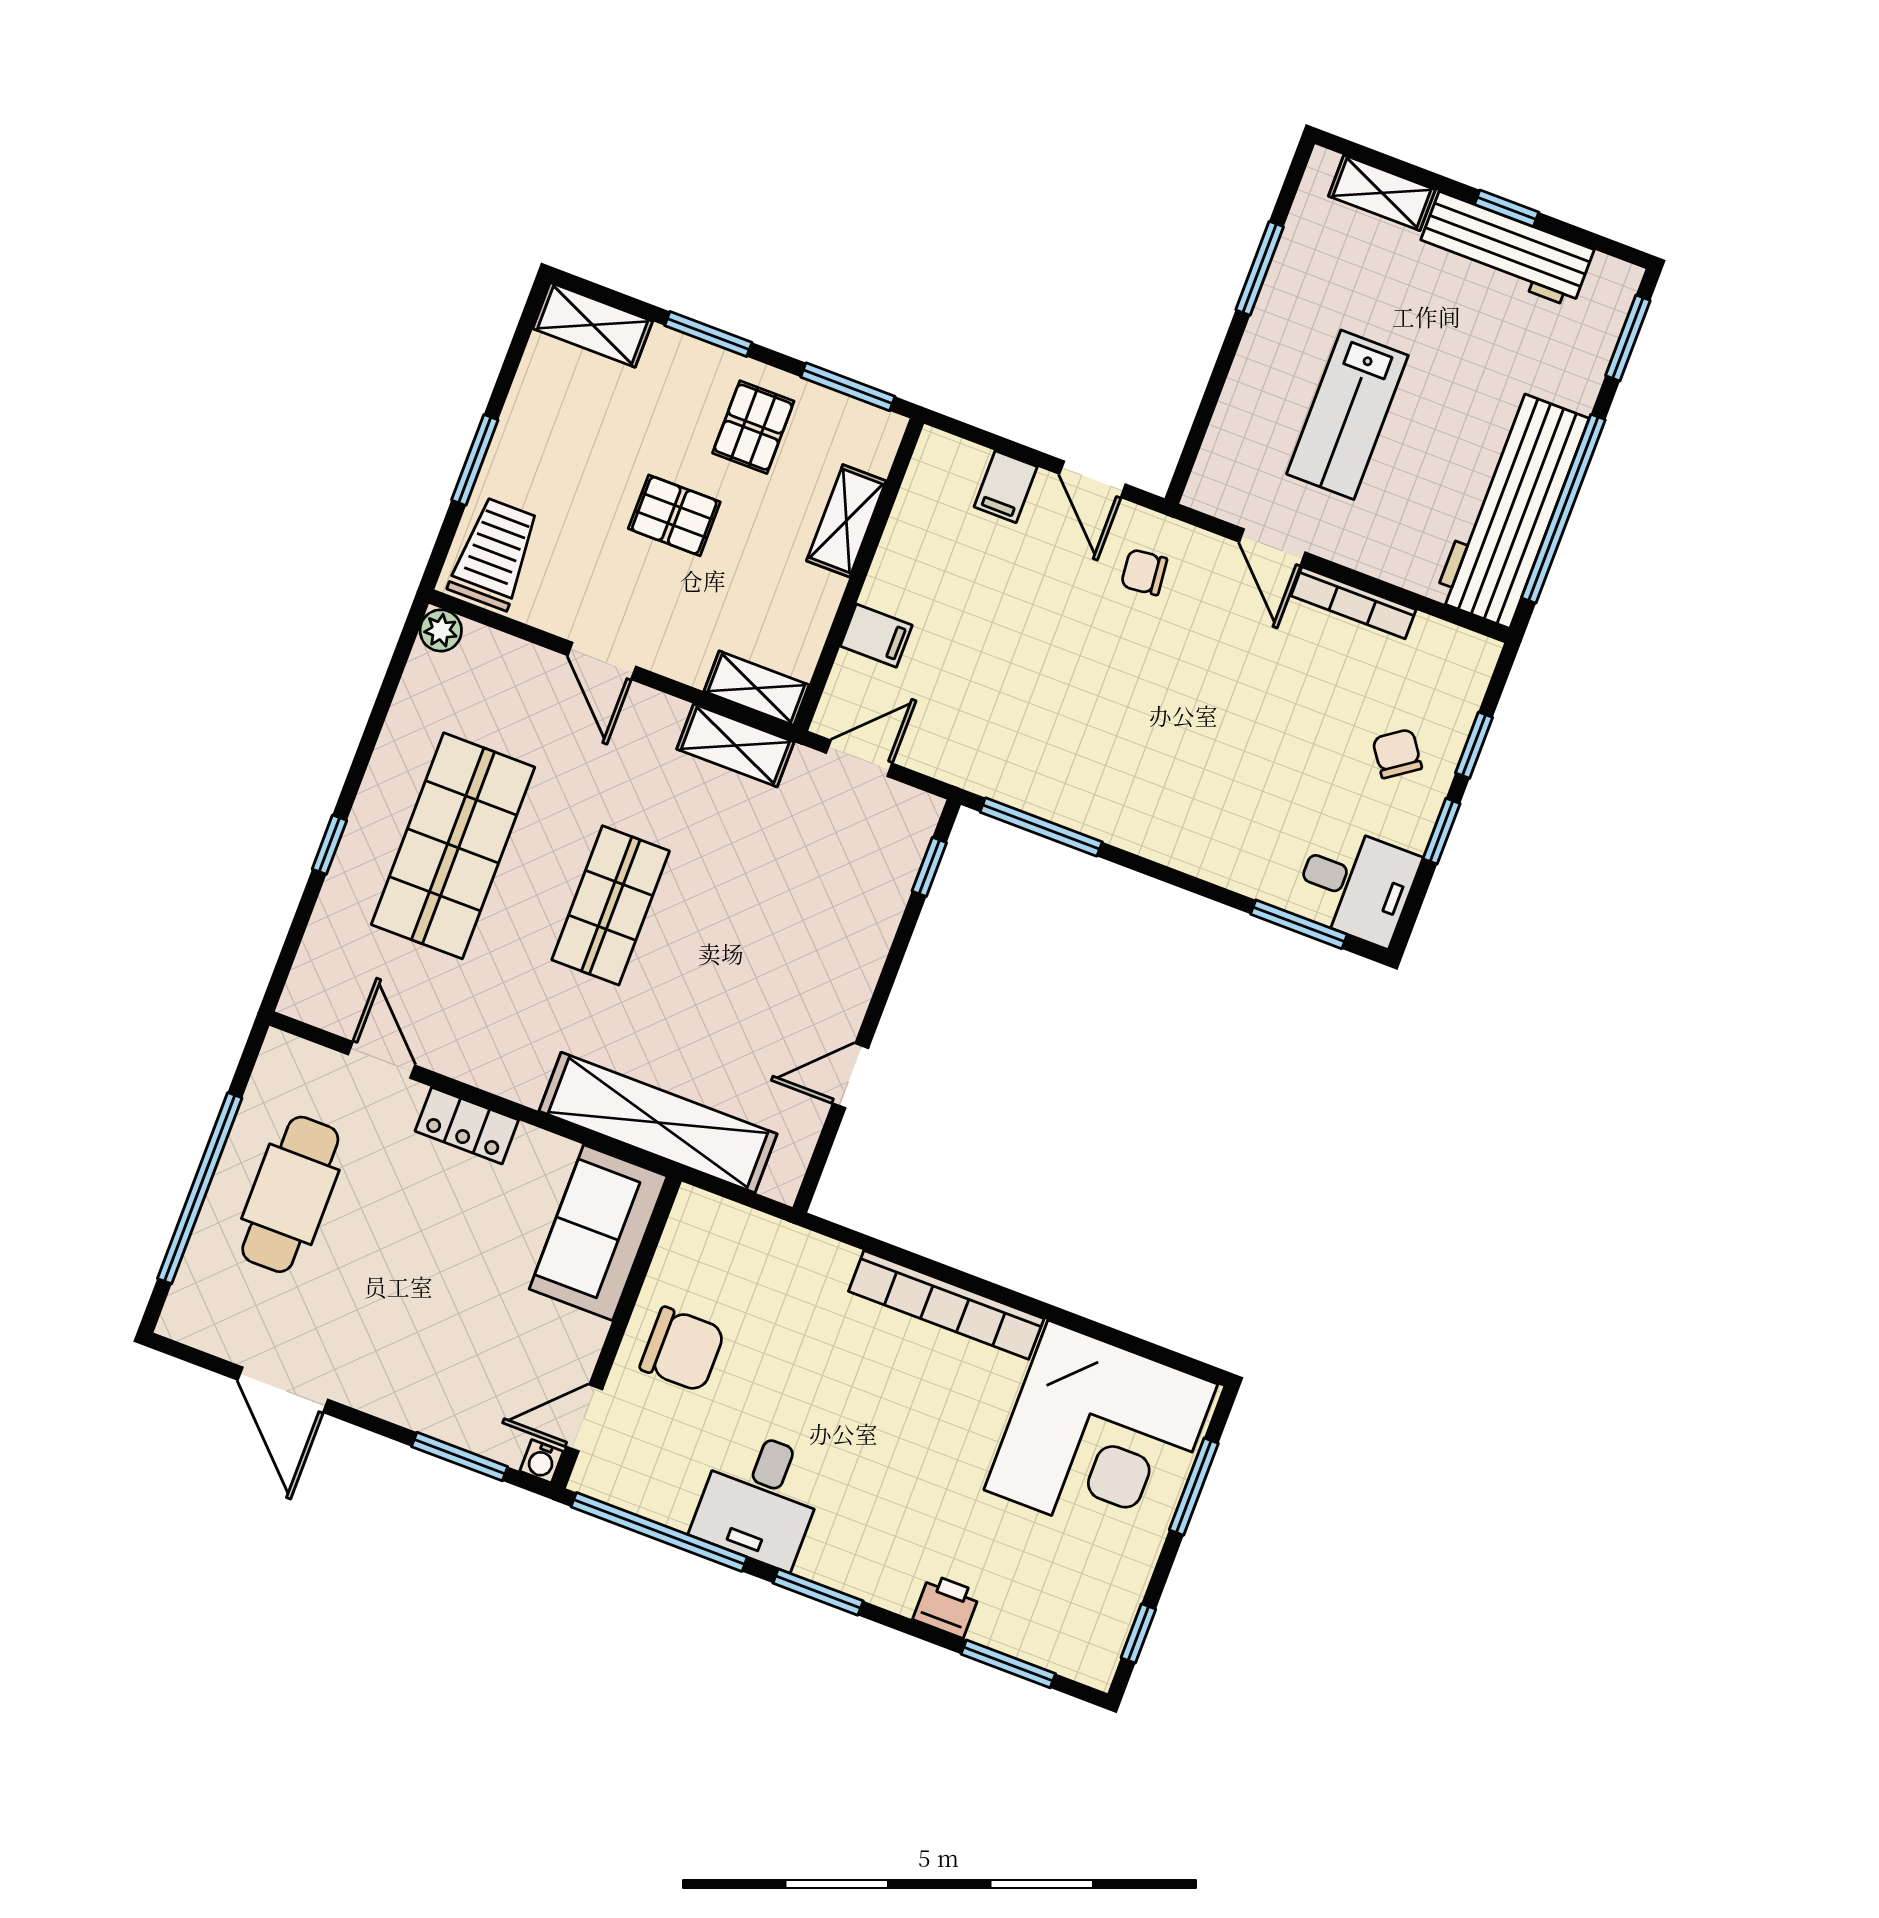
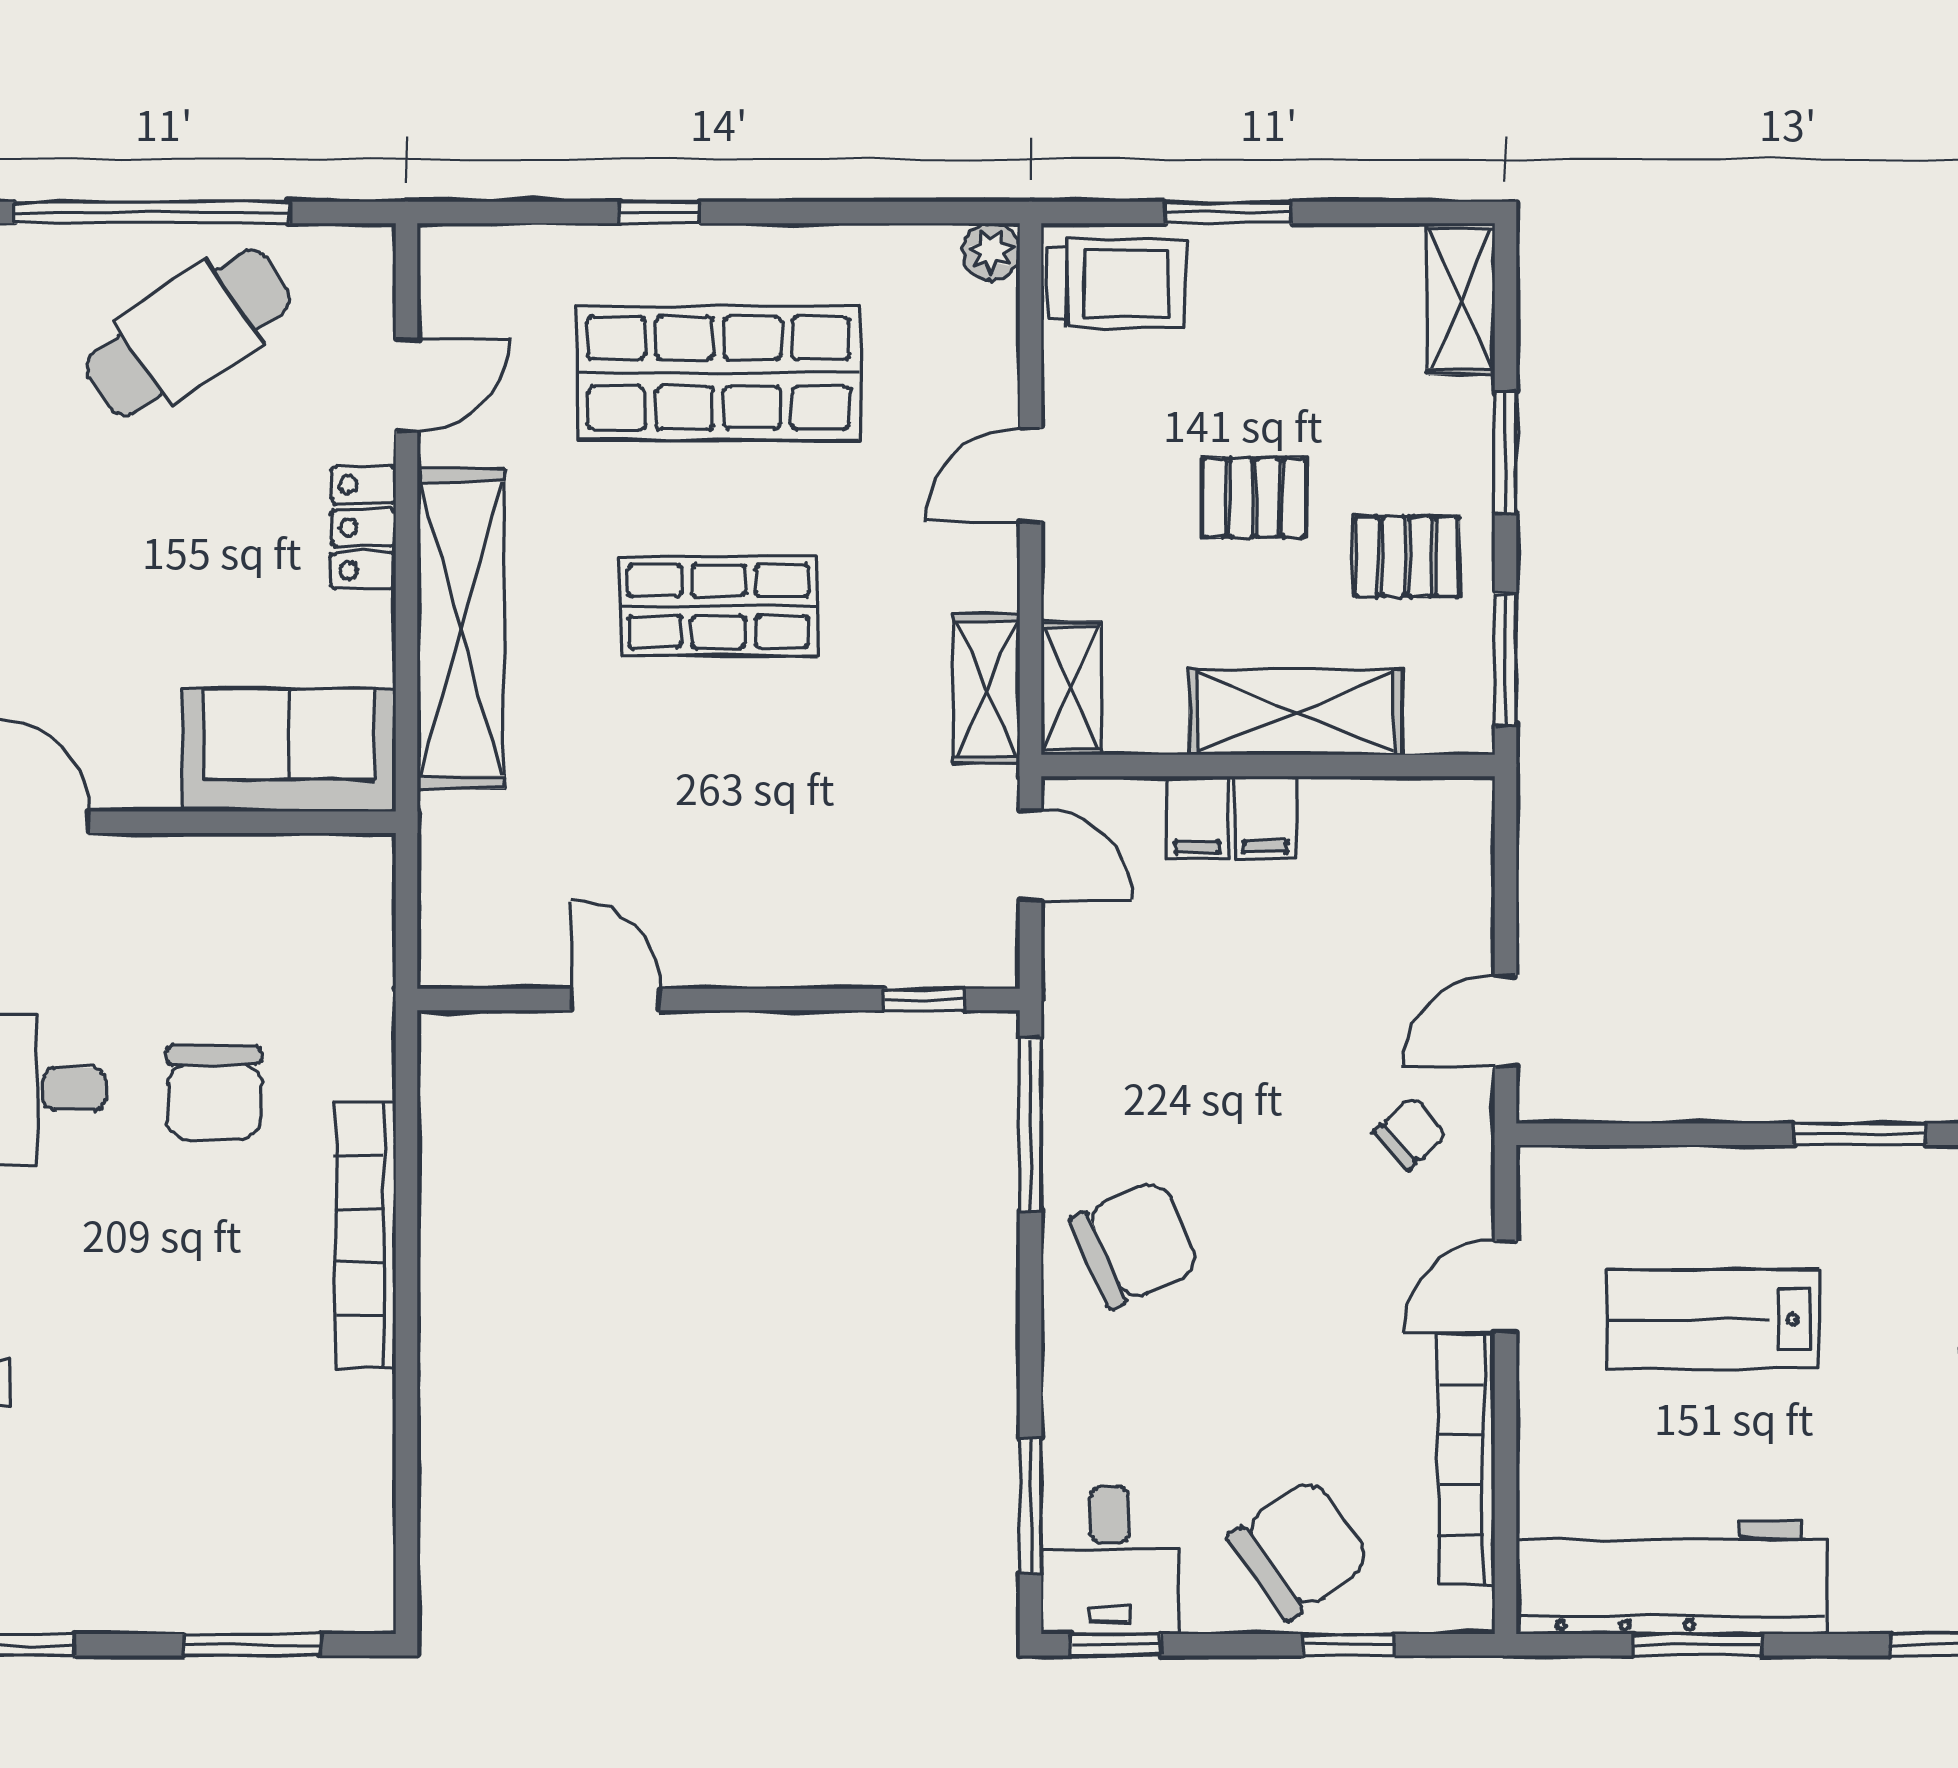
filing cabinet: (1006, 487) -> (1265, 818), moved, turned -90
window: (1563, 509) -> (1698, 1645), width x0.47
pallet: (674, 515) -> (1254, 498), turned 90
shelving: (846, 521) -> (1296, 712), width x1.50, depth x1.33
chair: (1144, 572) -> (1410, 1133), turned 54
bookcase: (1353, 603) -> (1466, 1460), width x1.48, depth x1.31
chair: (1397, 754) -> (1299, 1549), width x1.87, depth x1.87
chair: (1148, 787) -> (1135, 1244), added
window: (1442, 831) -> (1116, 1645), moved
shelving: (658, 1123) -> (461, 628), moved
cafe table: (290, 1194) -> (188, 333), turned -34
chair: (682, 1349) -> (214, 1093), moved
corner desk: (1101, 1437) -> (270, 1500), removed

